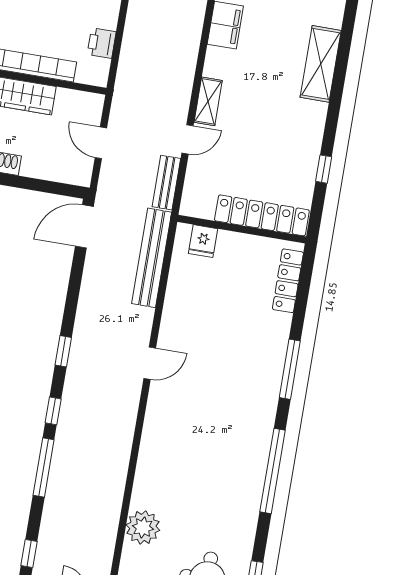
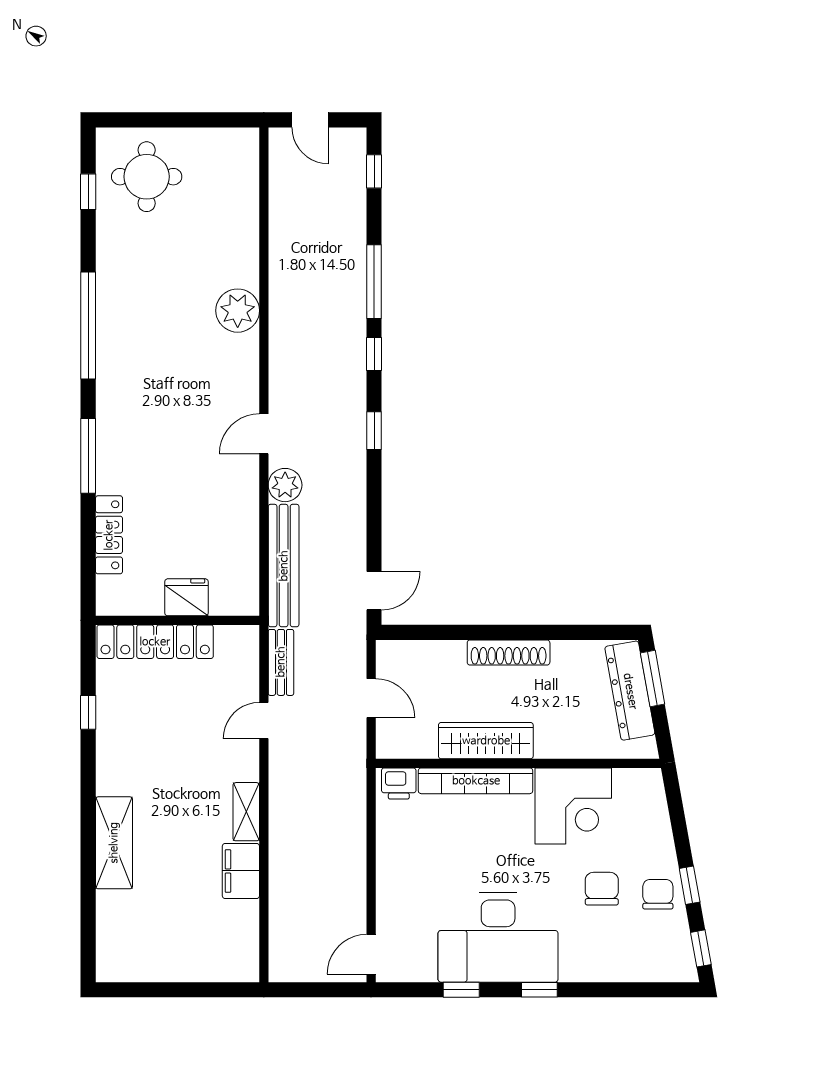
printer: (102, 43) -> (399, 784), moved, turned 90
shelving: (208, 101) -> (246, 812), moved
door: (84, 226) -> (374, 591), width x0.73
fridge: (203, 241) -> (187, 597), moved, width x1.38
locker: (288, 281) -> (109, 535), moved
plant: (140, 320) -> (285, 485), added
plant: (143, 527) -> (238, 311), moved

